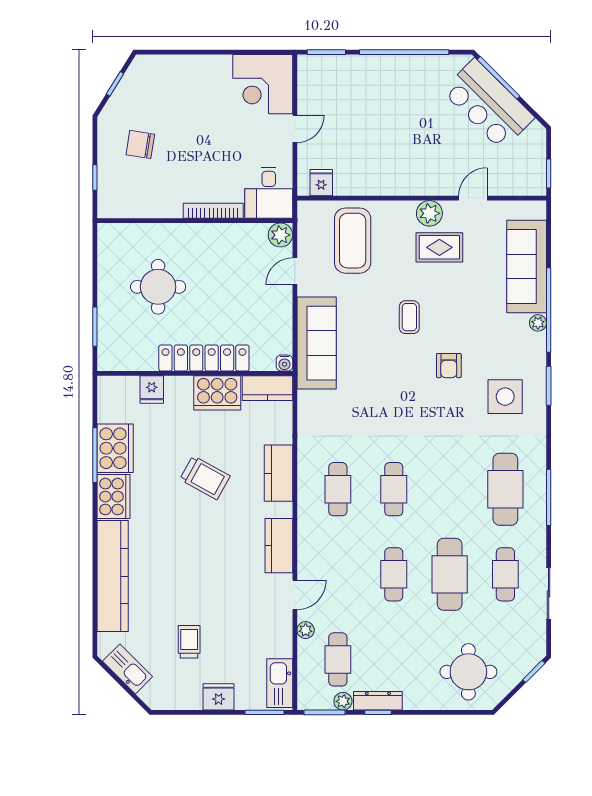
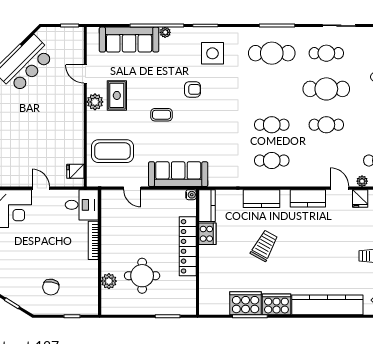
plant: (280, 235) -> (109, 281), moved
fridge: (152, 390) -> (360, 198), moved, turned 90
cooker: (217, 393) -> (207, 234), width x0.73, depth x0.76

